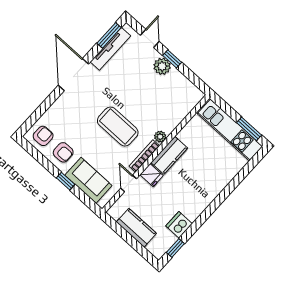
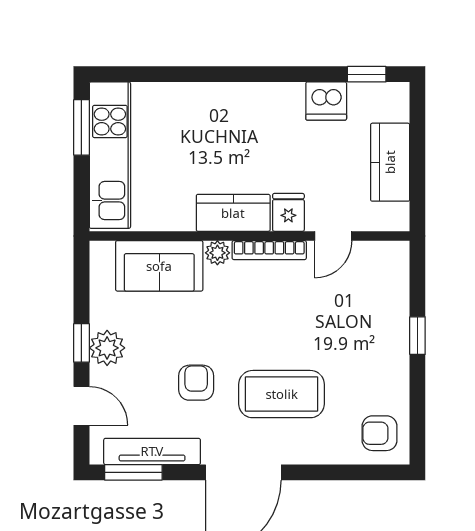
door: (150, 38) -> (81, 406), swing flipped
coffee table: (118, 127) -> (282, 394), moved, turned 90
armchair: (63, 152) -> (196, 383), moved
sofa: (88, 180) -> (159, 266), moved, turned -90

